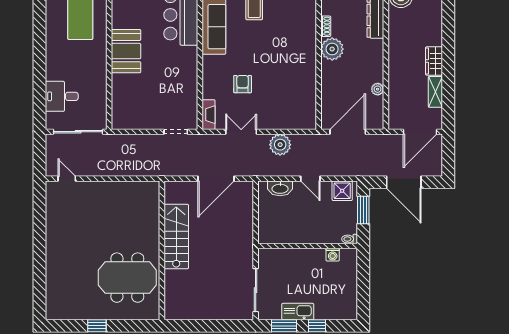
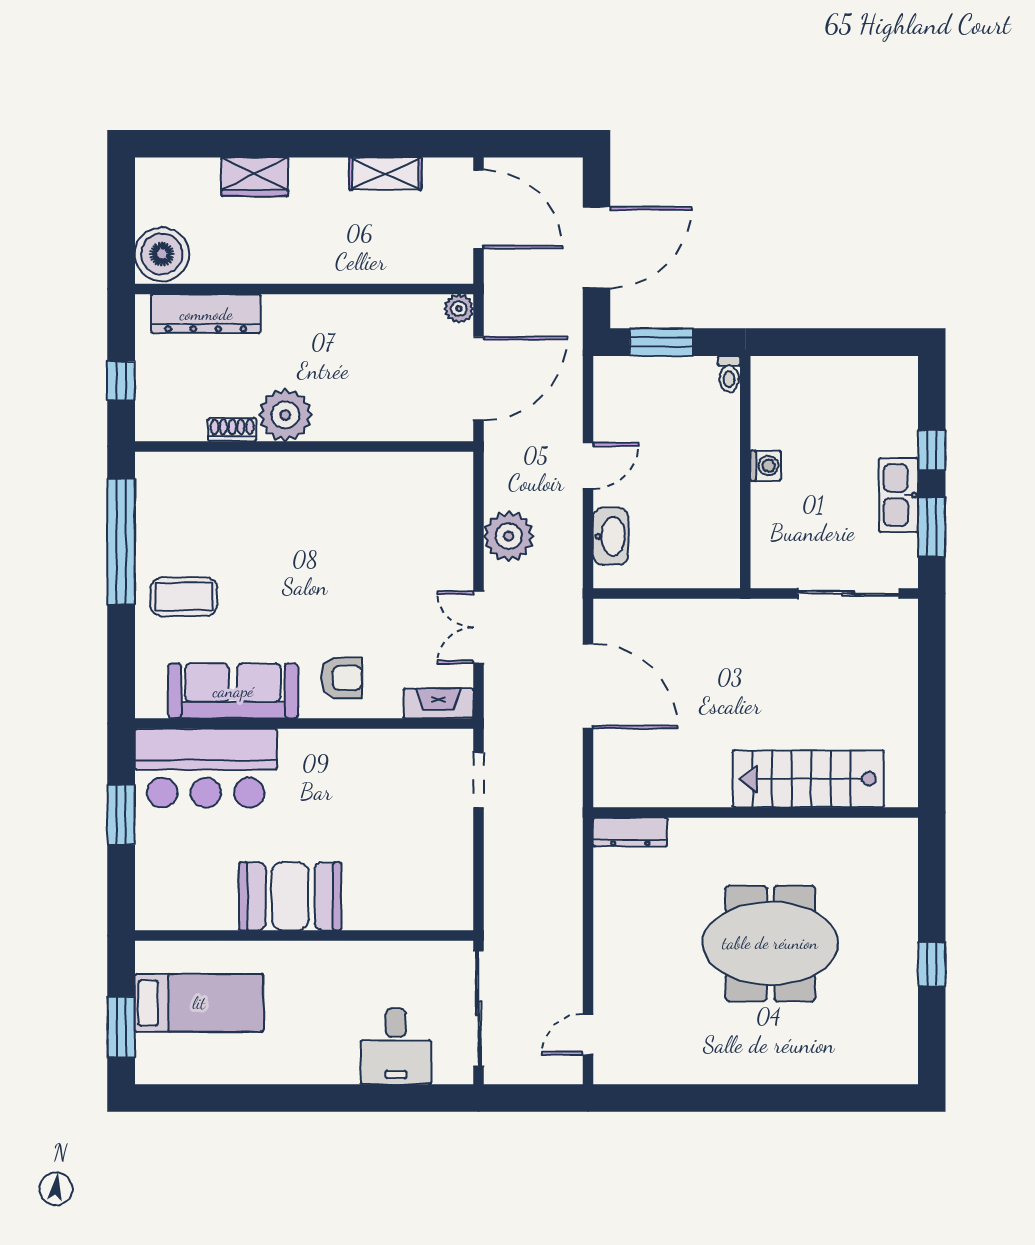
wardrobe: (434, 61) -> (255, 177), moved
armchair: (243, 84) -> (342, 678), moved, turned 180
plant: (378, 89) -> (459, 309), moved
door: (348, 132) -> (479, 378), swing flipped
shower: (342, 191) -> (616, 391), removed
dresser: (153, 197) -> (630, 832), added
stairs: (176, 237) -> (808, 779), moved
washing machine: (333, 255) -> (766, 466), moved
meeting table: (127, 278) -> (770, 943), moved, turned 90

